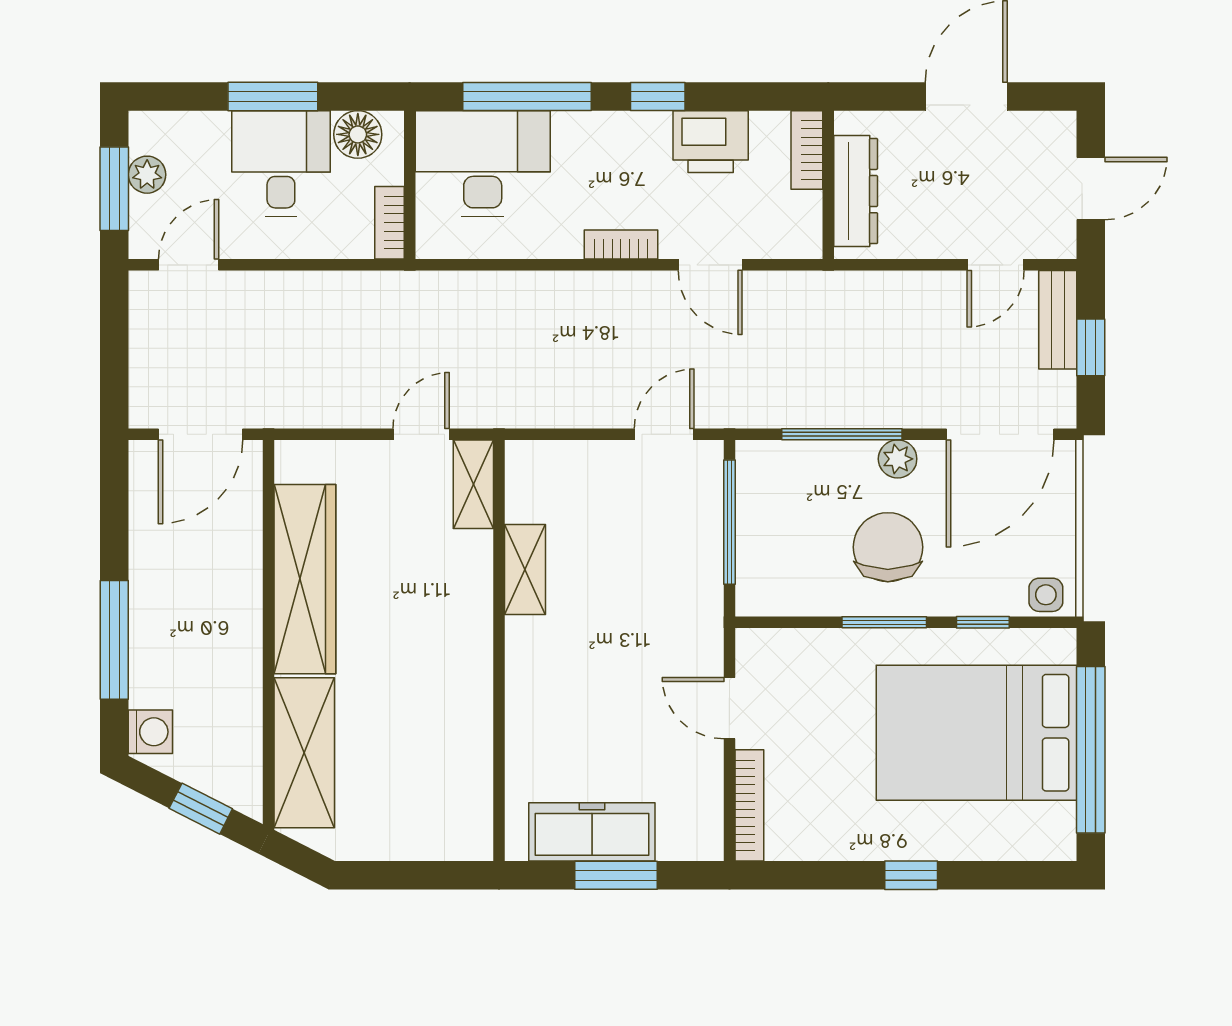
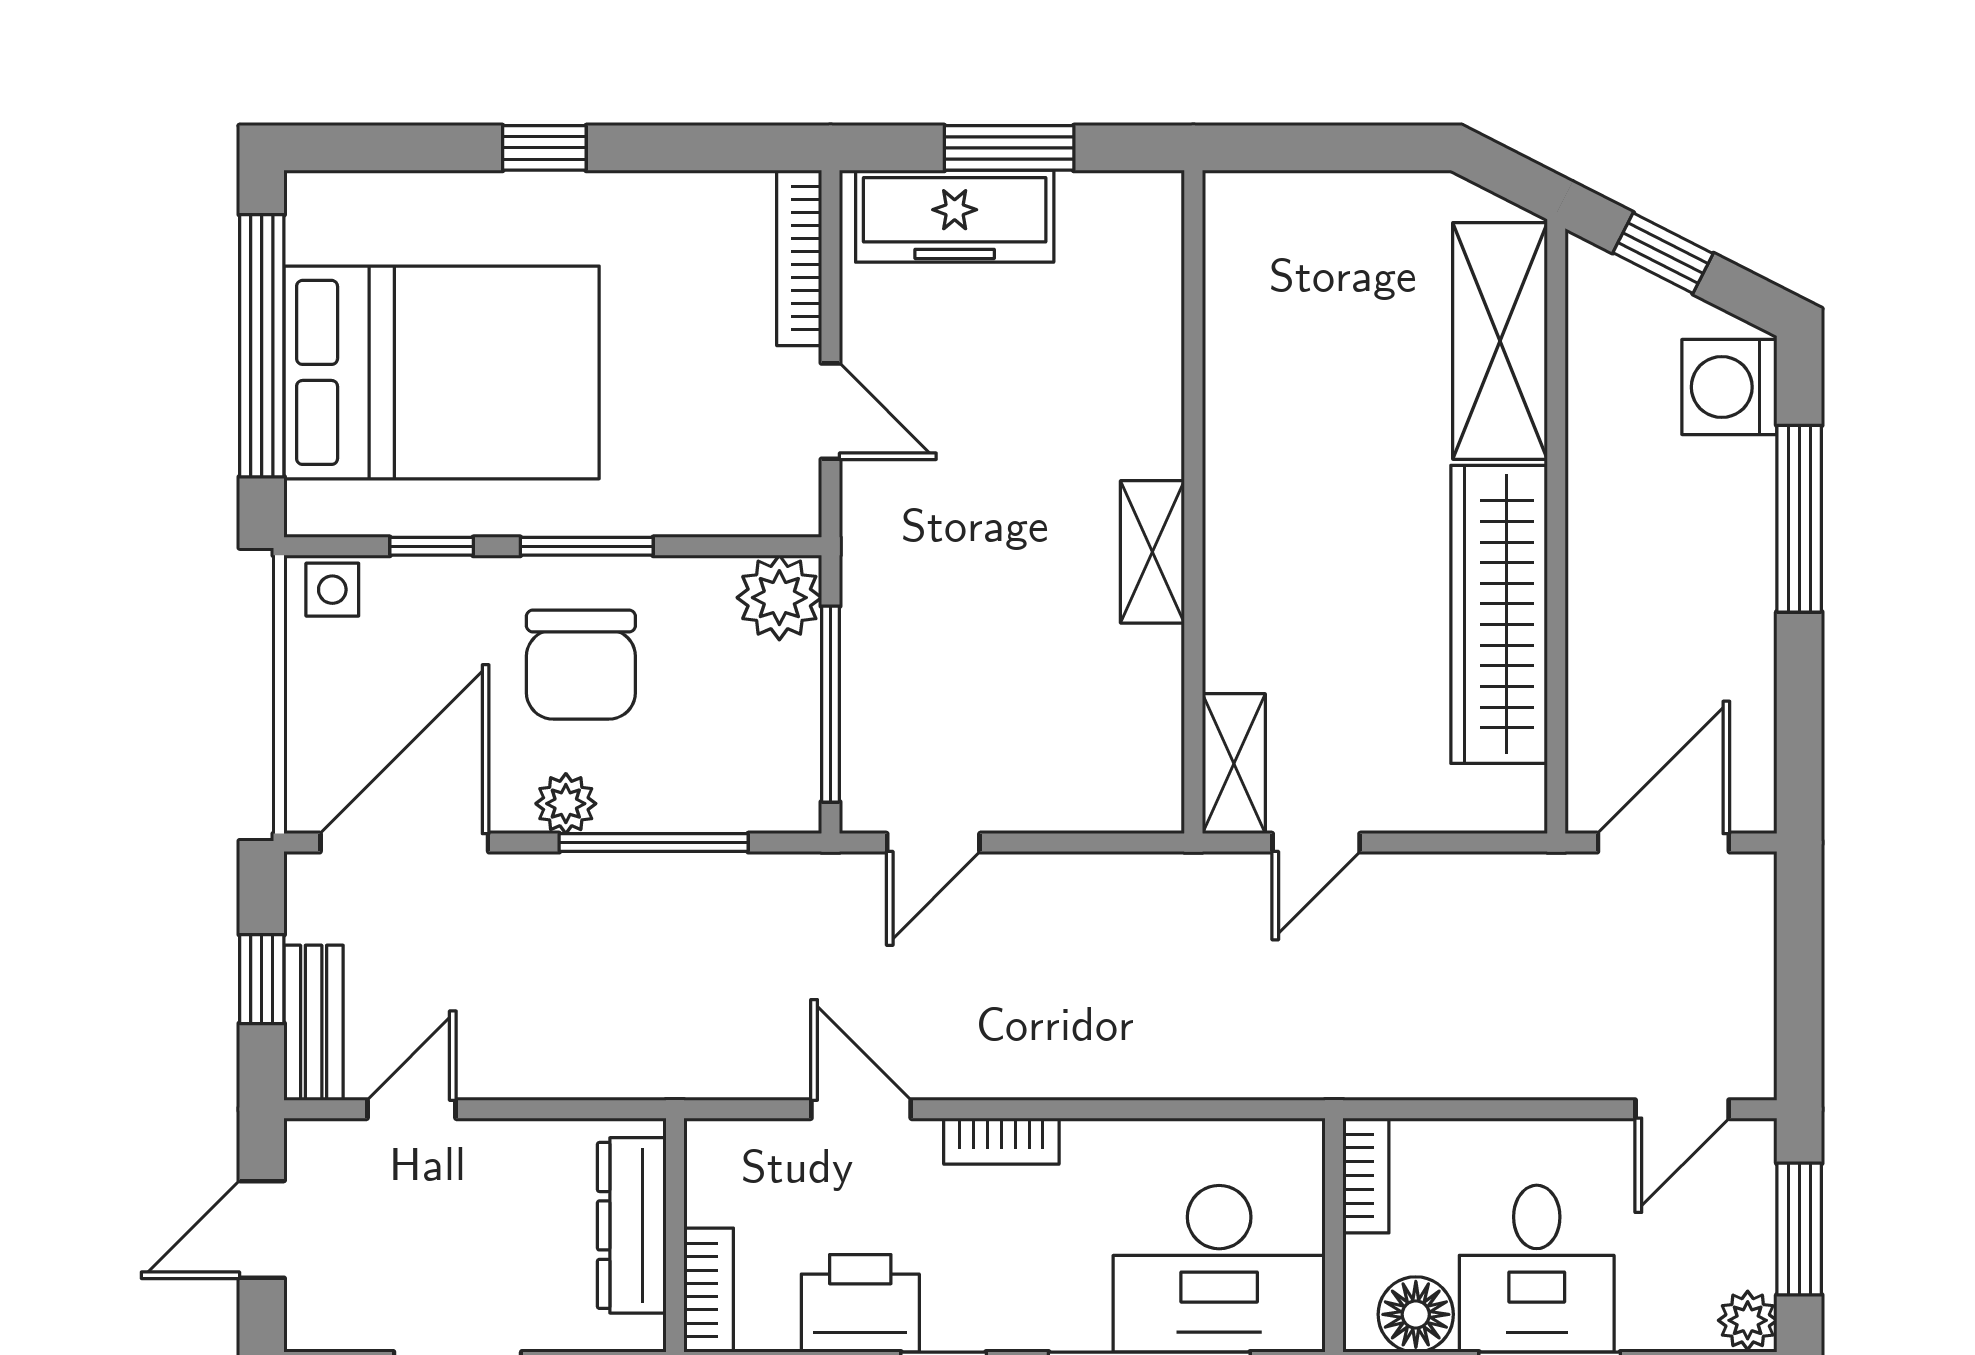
plant: (147, 175) -> (1748, 1320), moved
shelving: (525, 570) -> (1152, 552), moved
plant: (762, 590) -> (779, 598), added
washing machine: (150, 732) -> (1729, 387), width x1.38, depth x1.38
freezer: (592, 832) -> (955, 216), moved

